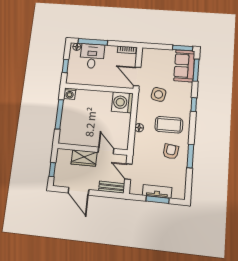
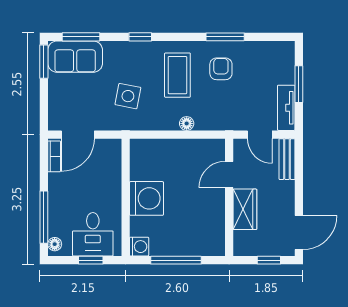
desk: (92, 56) -> (93, 234), moved, turned -90
door: (137, 77) -> (78, 135), moved
washing machine: (122, 102) -> (146, 198), moved, turned -90
armchair: (171, 152) -> (221, 69), turned 83
door: (128, 172) -> (260, 135), hinge flipped
door: (78, 191) -> (299, 233), moved
tv unit: (157, 191) -> (286, 108), moved

